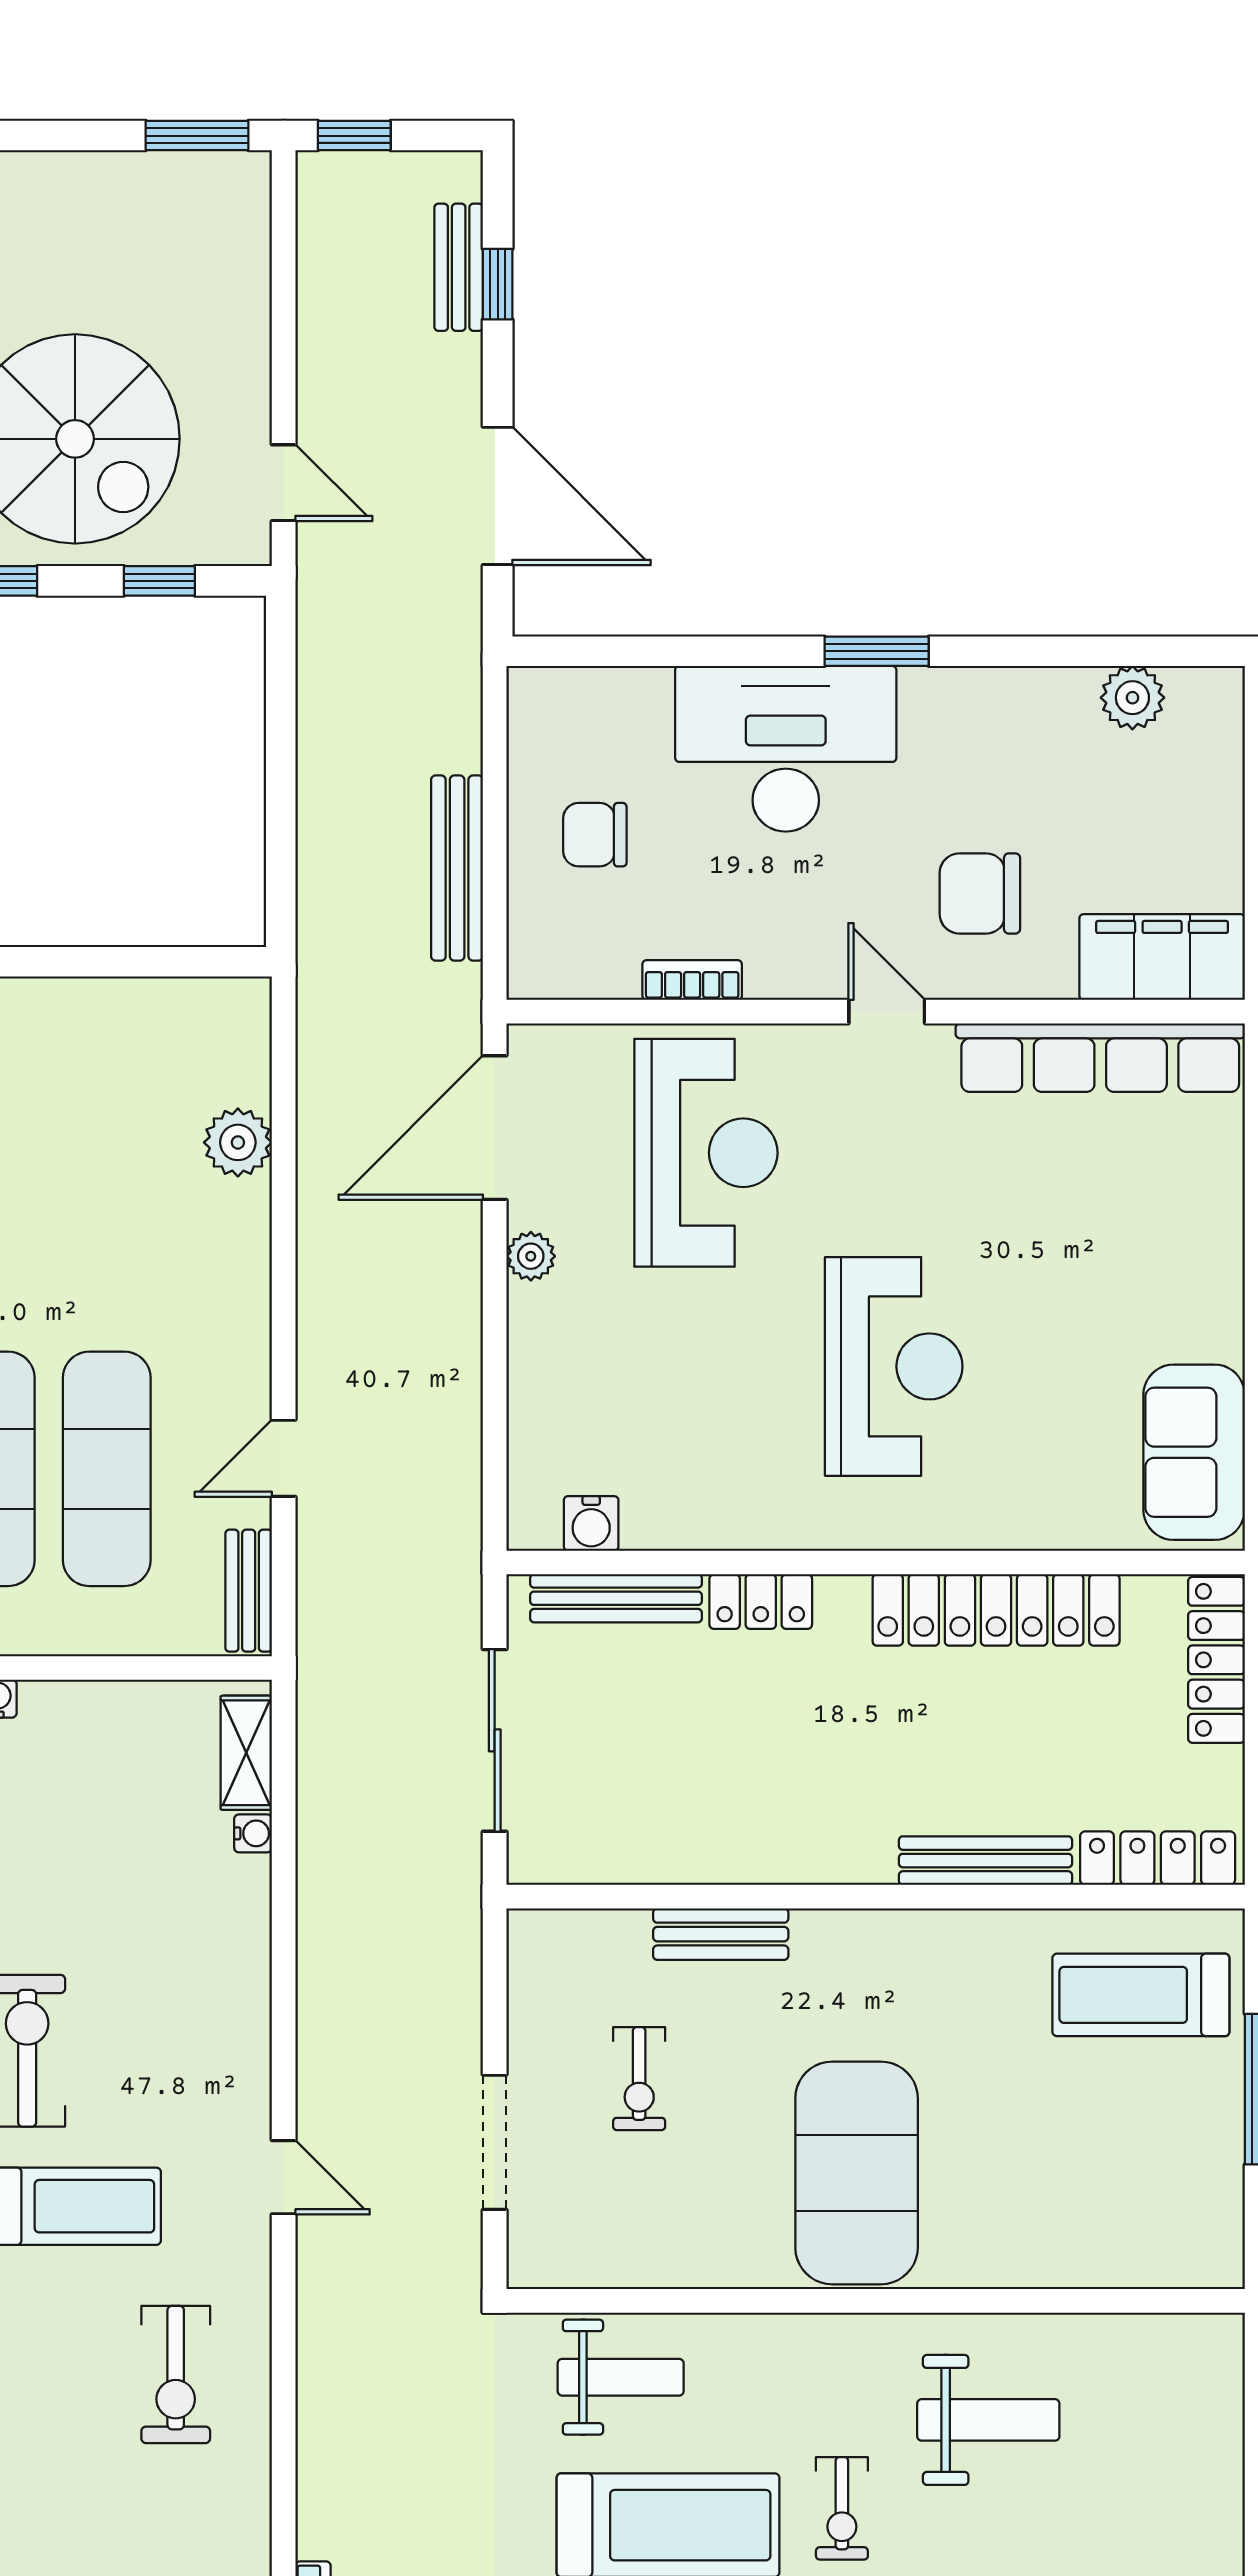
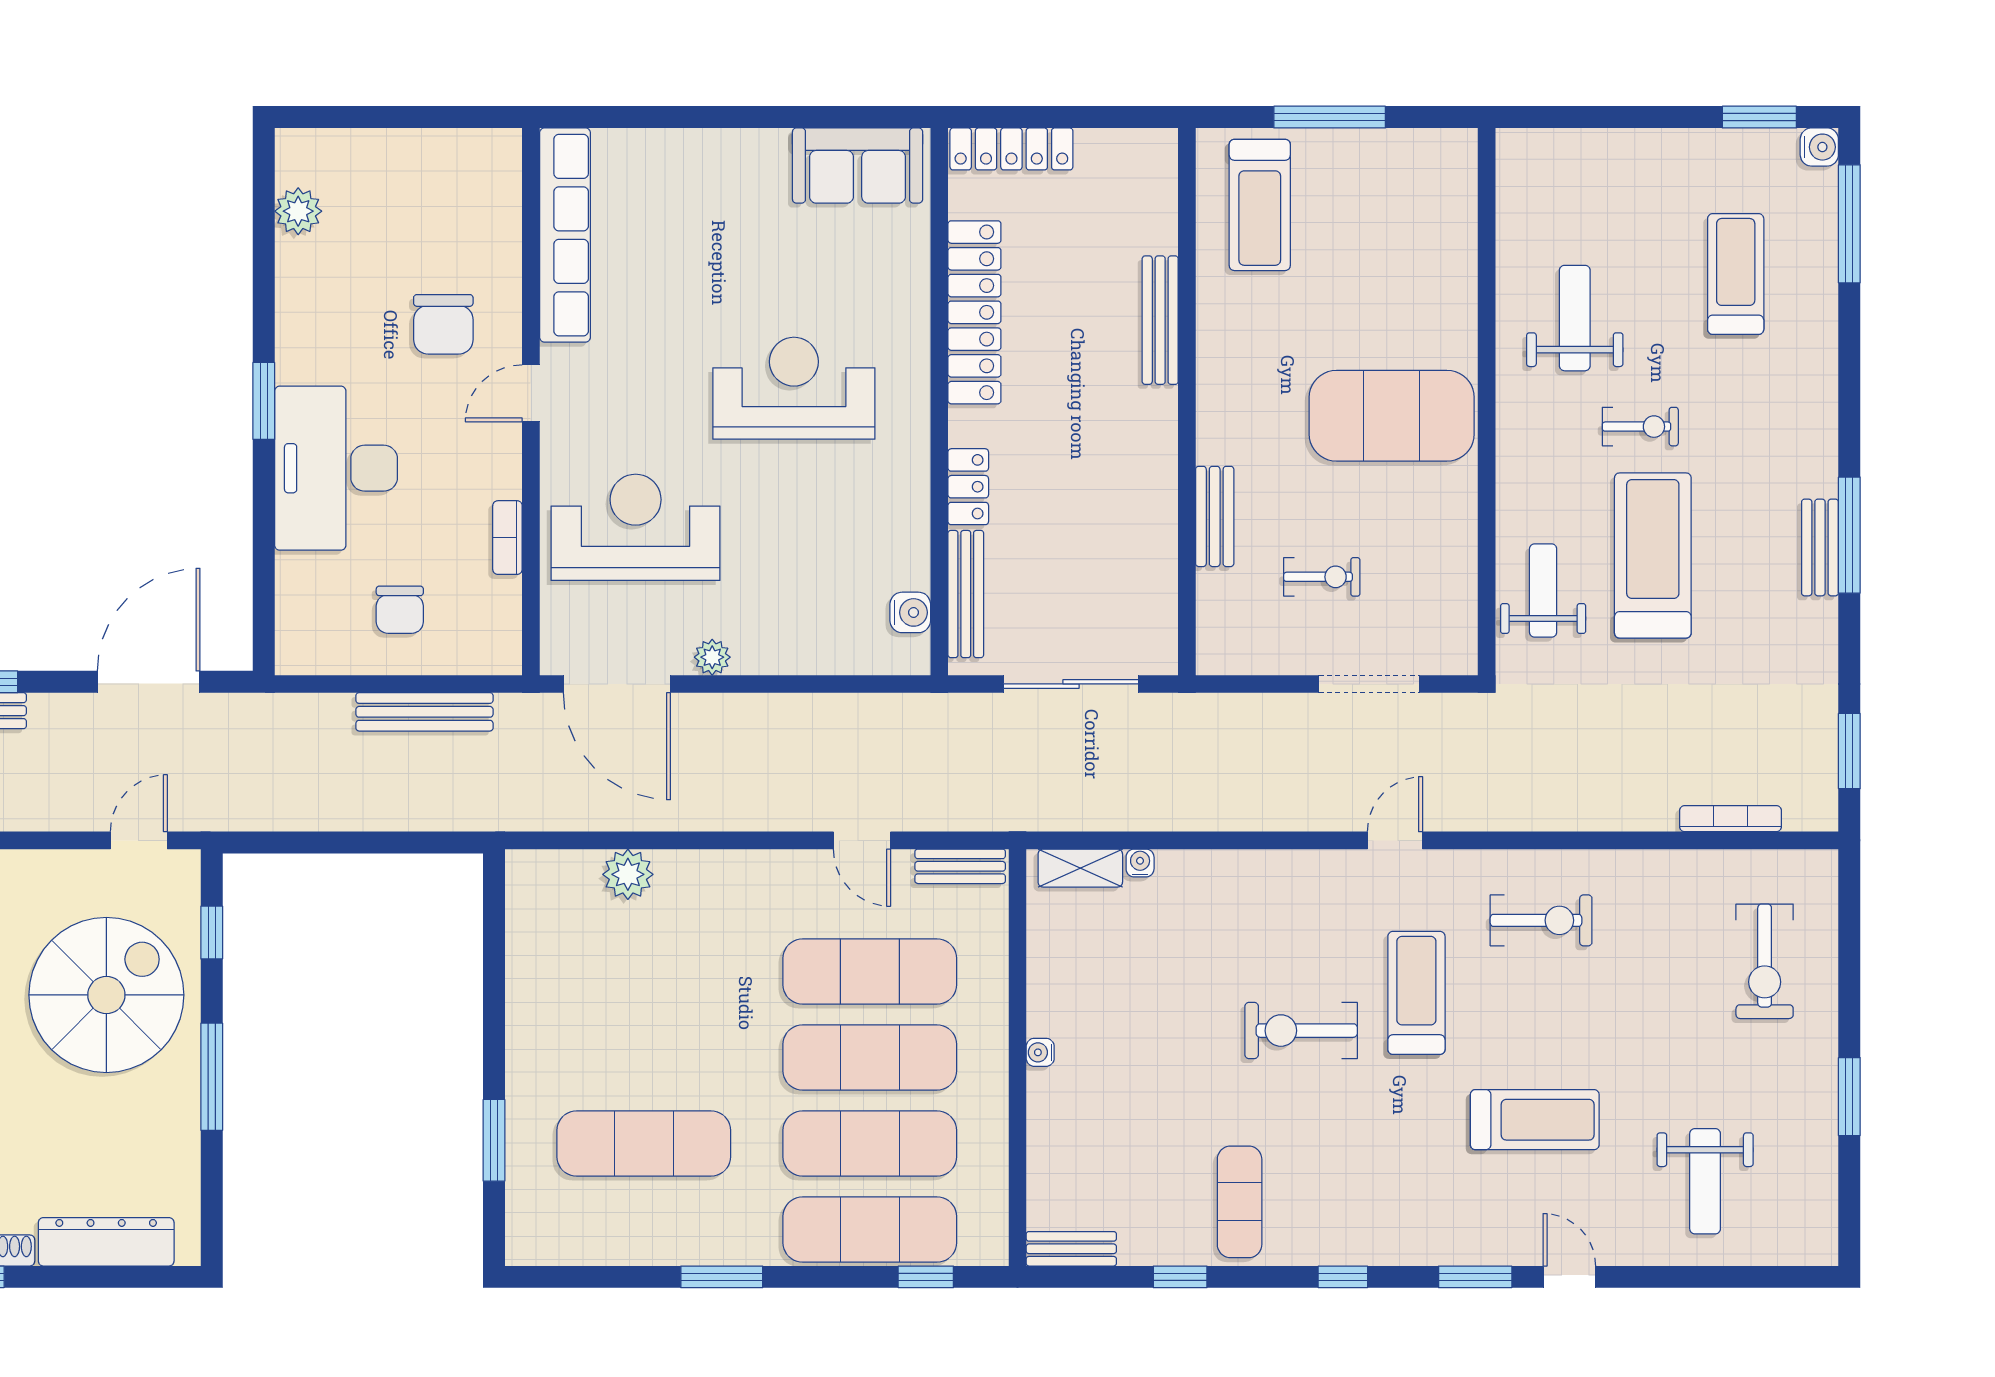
filing cabinet: (1162, 957) -> (490, 189), removed
locker: (1158, 1858) -> (1158, 193), removed

